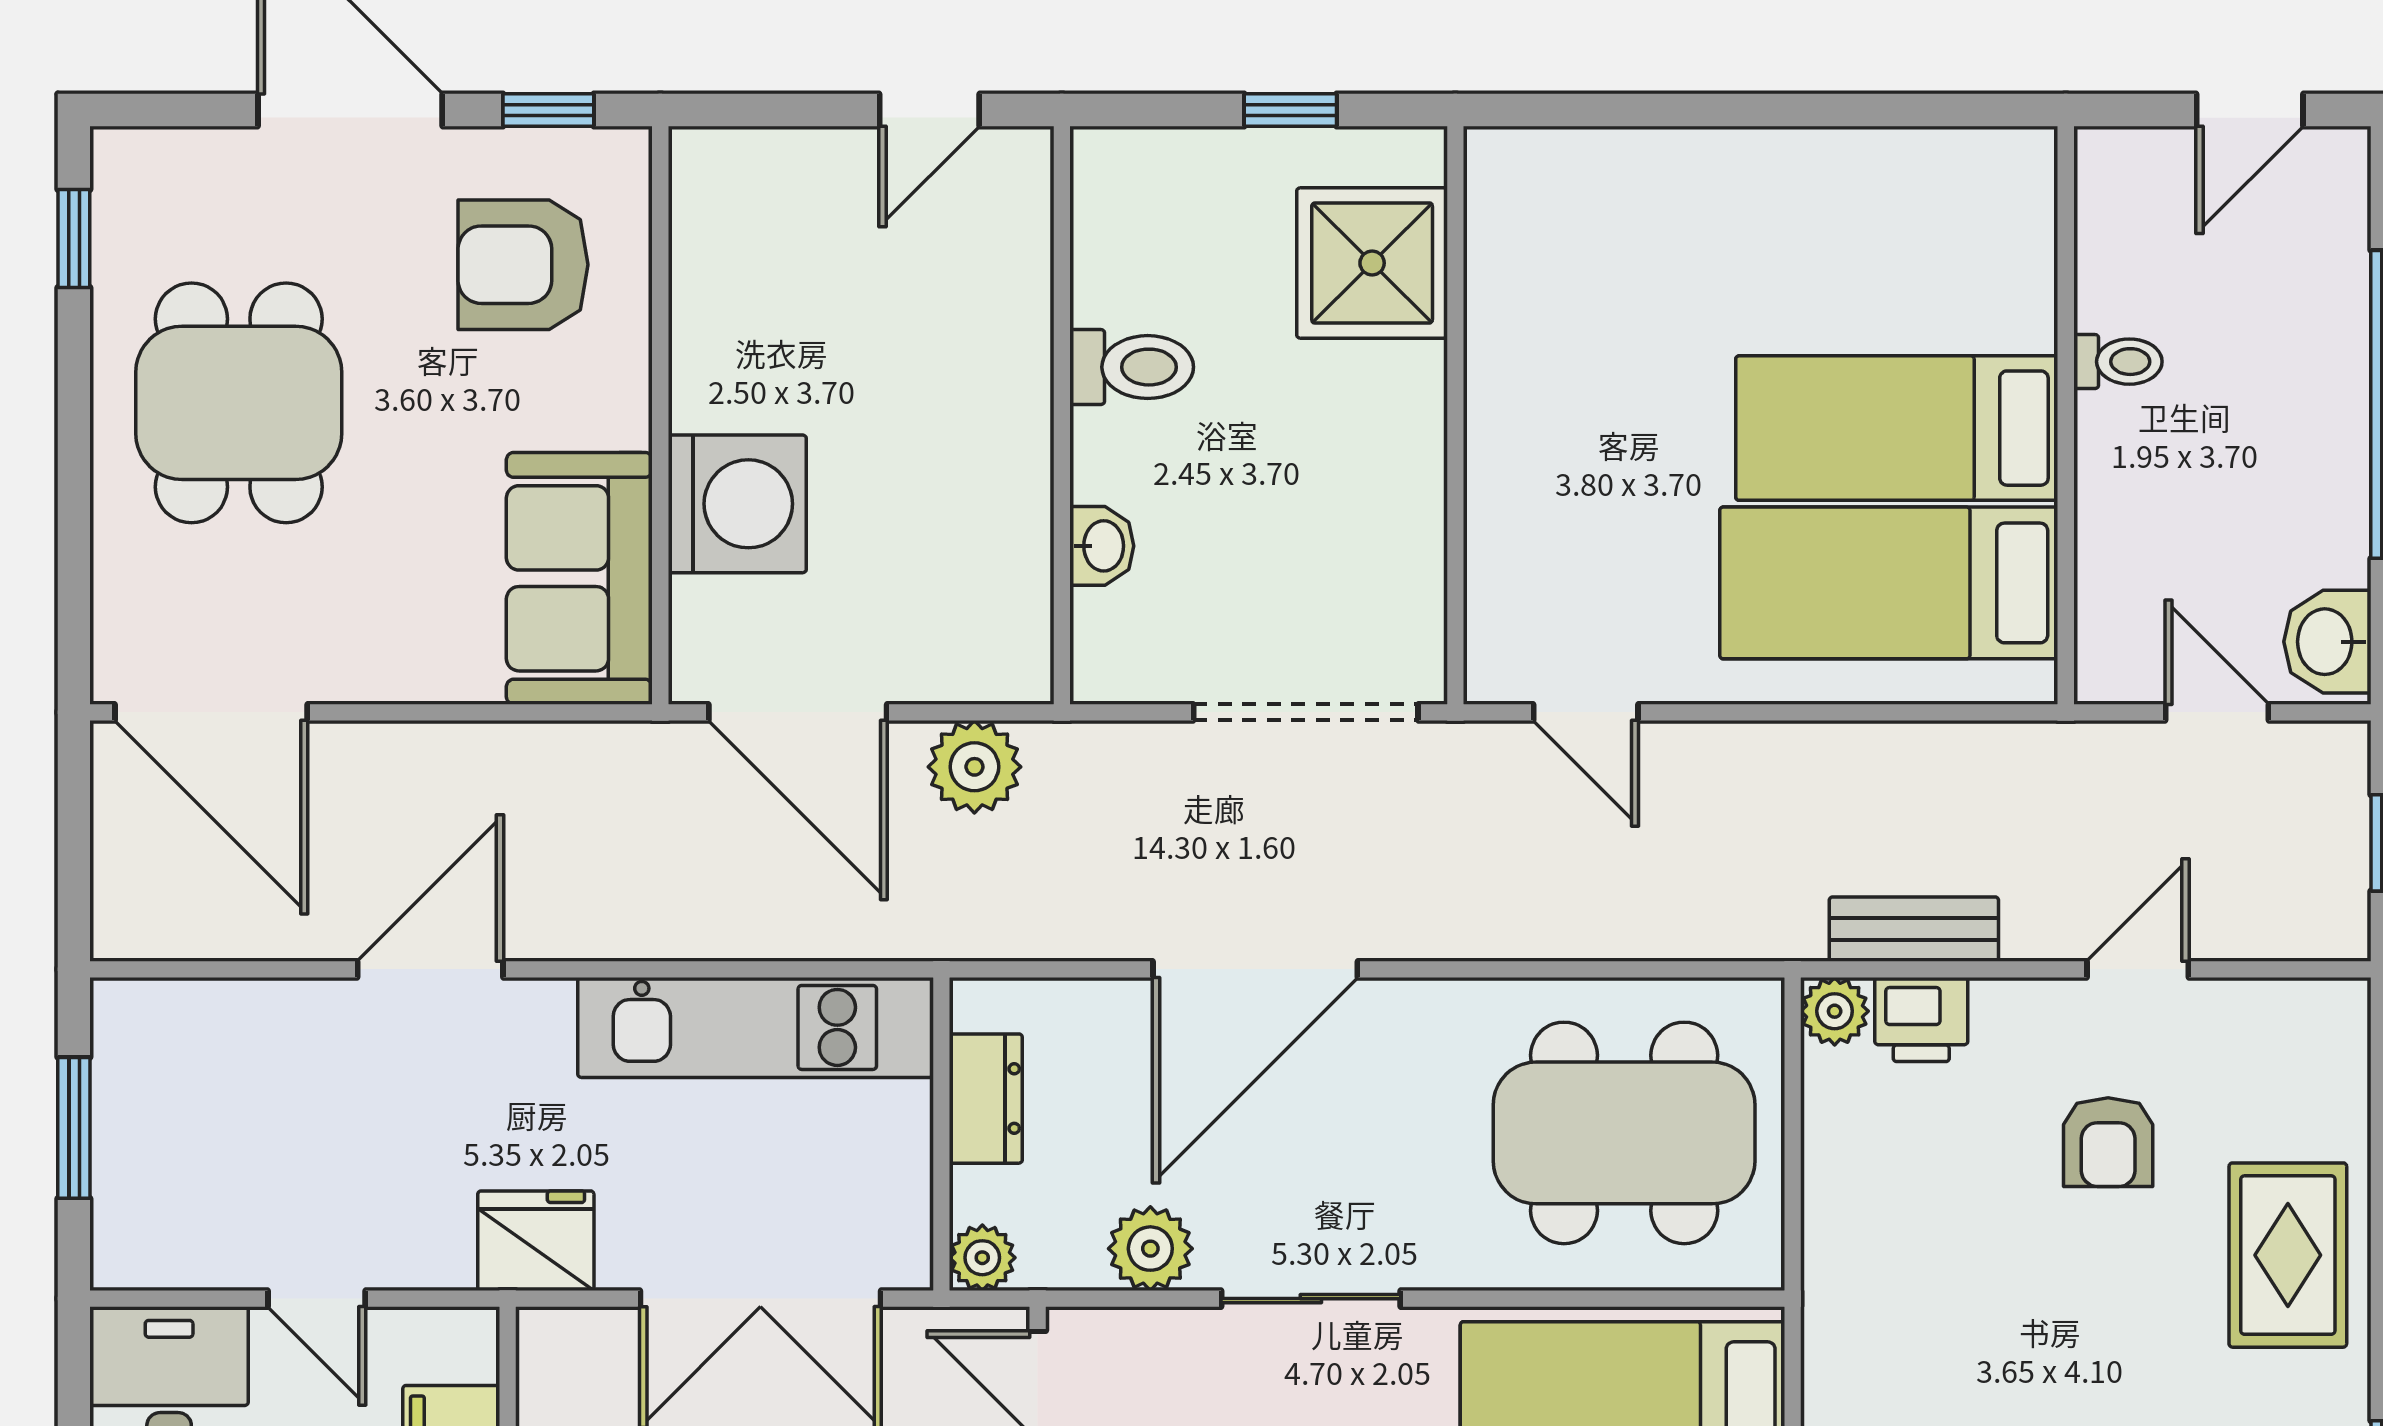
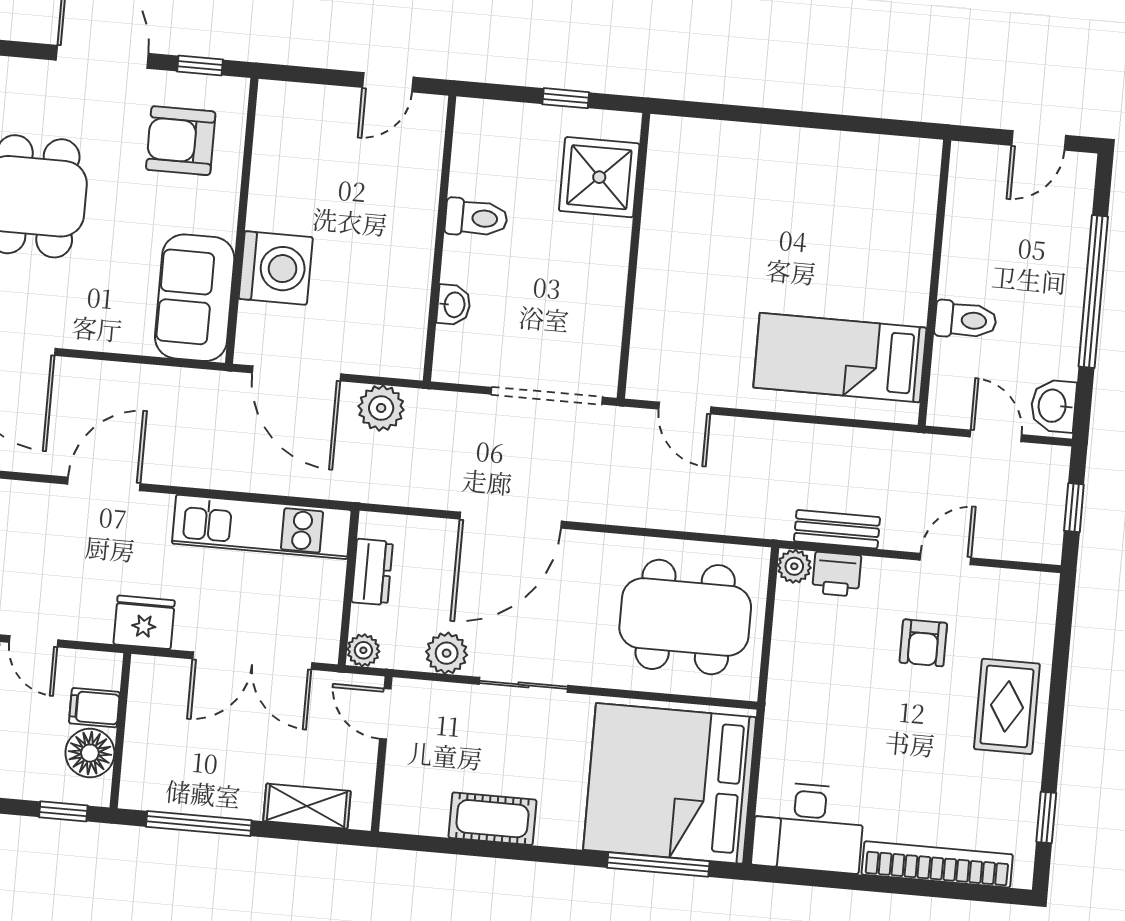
toilet: (2118, 362) -> (965, 320), moved, width x1.37, depth x1.39
bed: (1897, 428) -> (851, 282), removed

